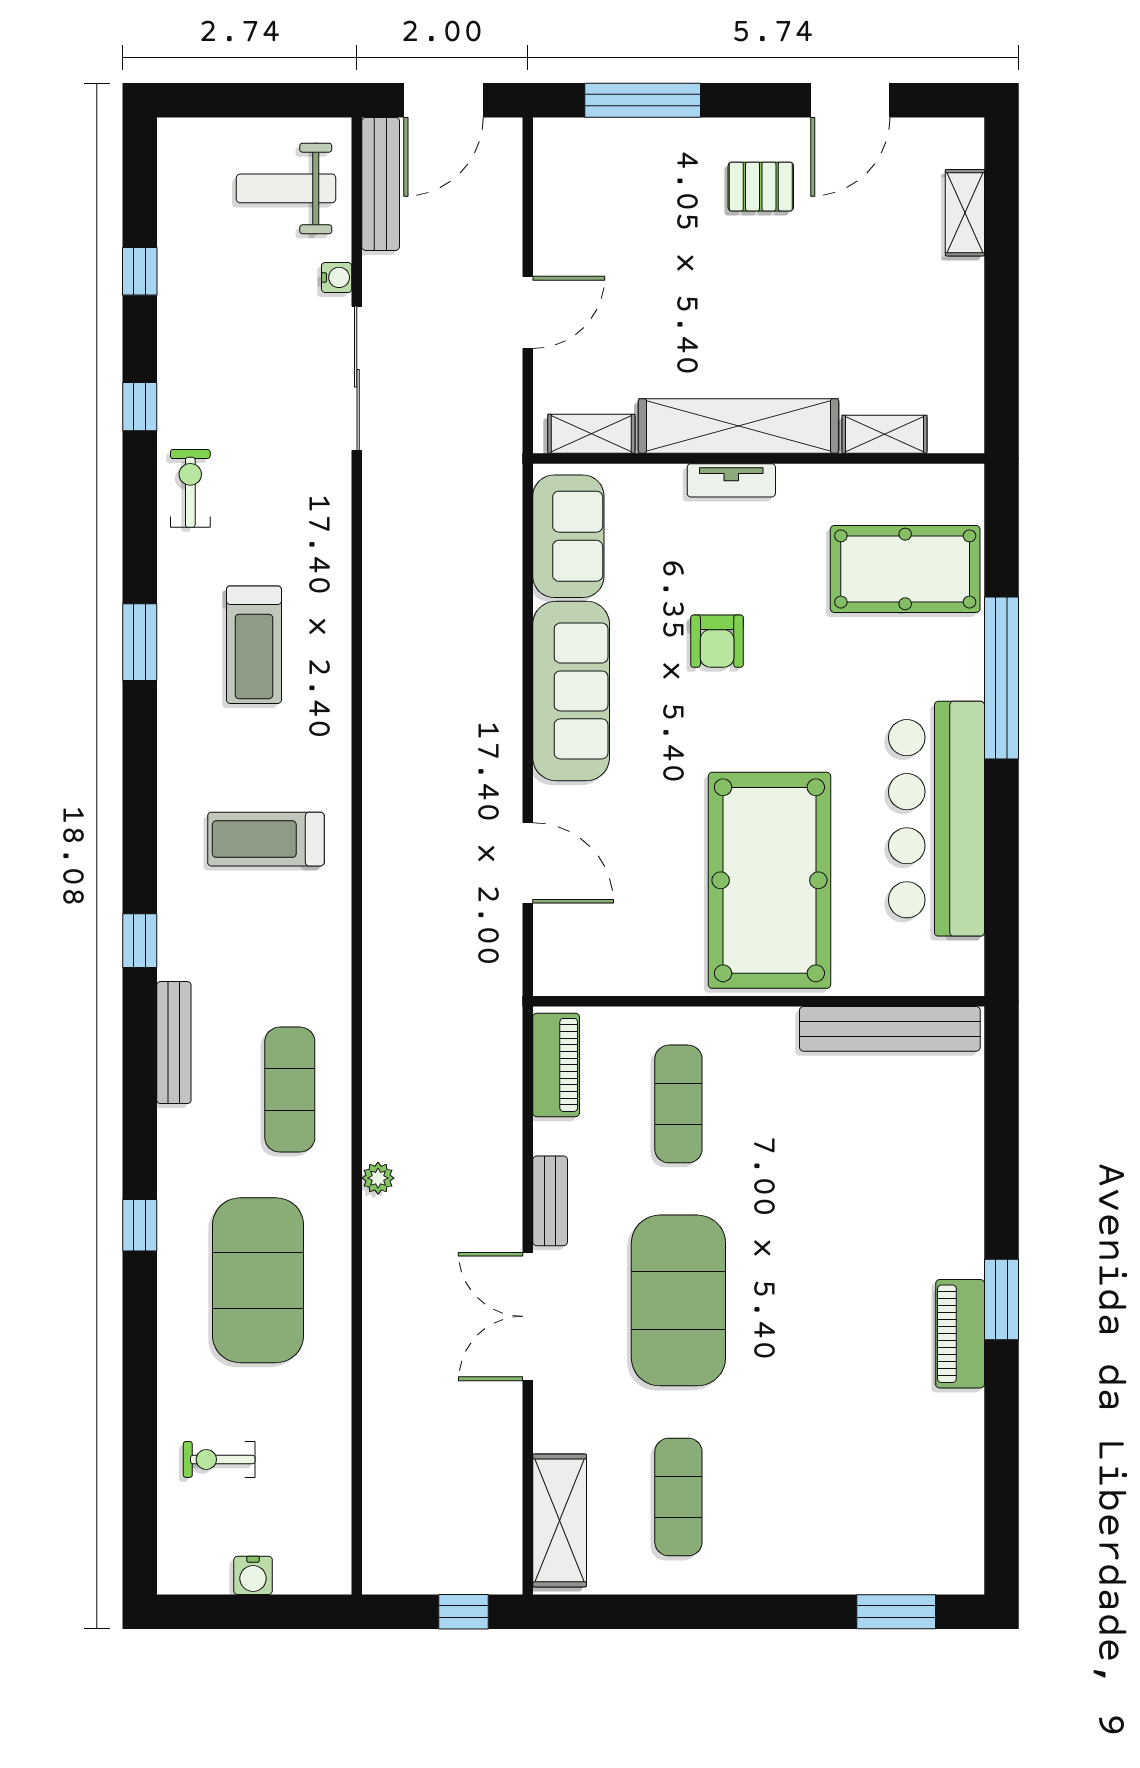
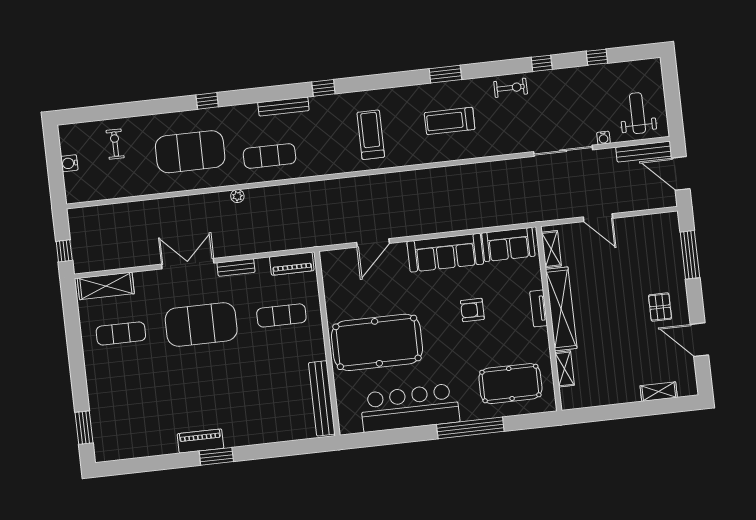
pool table: (905, 569) -> (510, 384), turned 90

